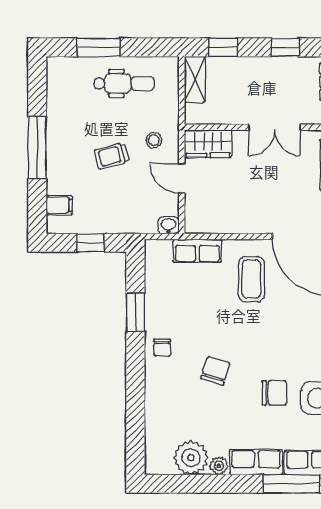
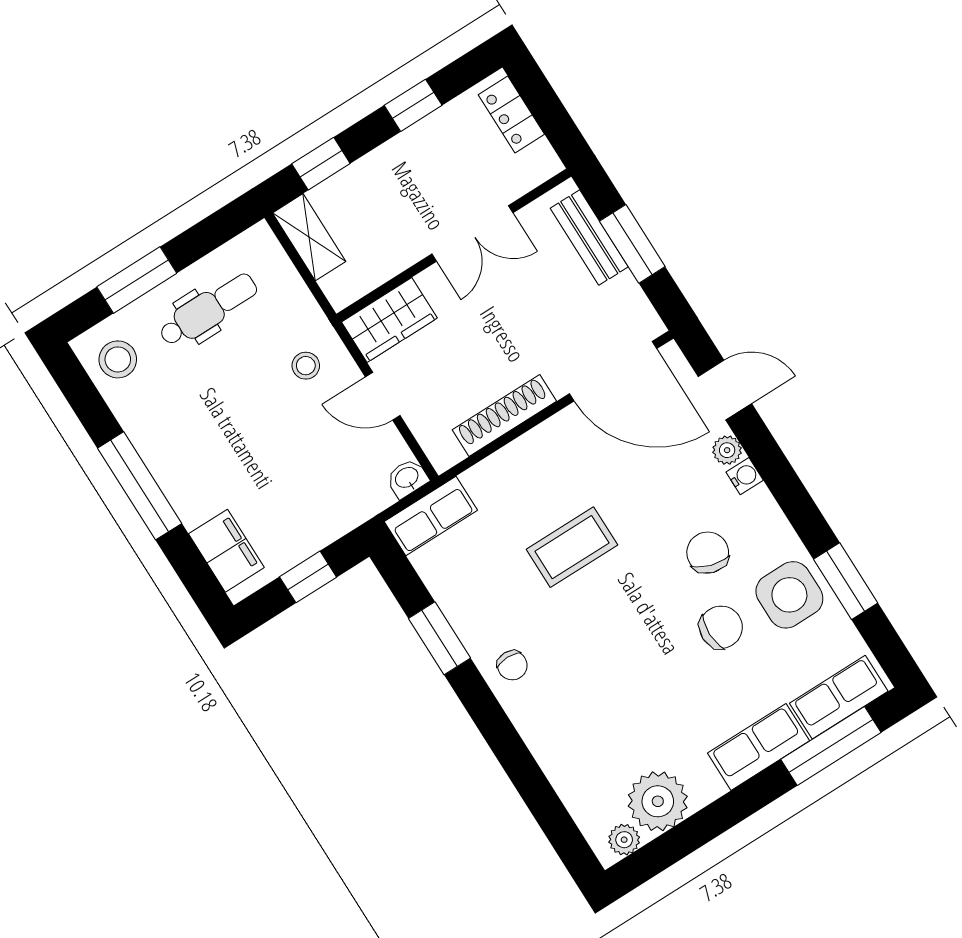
stool: (65, 80) -> (118, 359), added
trolley: (112, 156) -> (258, 428), removed
filing cabinet: (59, 205) -> (226, 551), width x2.00
shoe rack: (235, 225) -> (504, 415), added
row of seats: (197, 251) -> (431, 516), moved
coffee table: (251, 279) -> (572, 547), moved, turned 90
chair: (216, 371) -> (708, 553), moved
plant: (219, 466) -> (624, 840), moved

